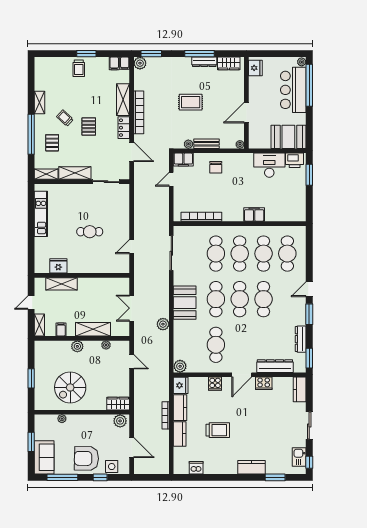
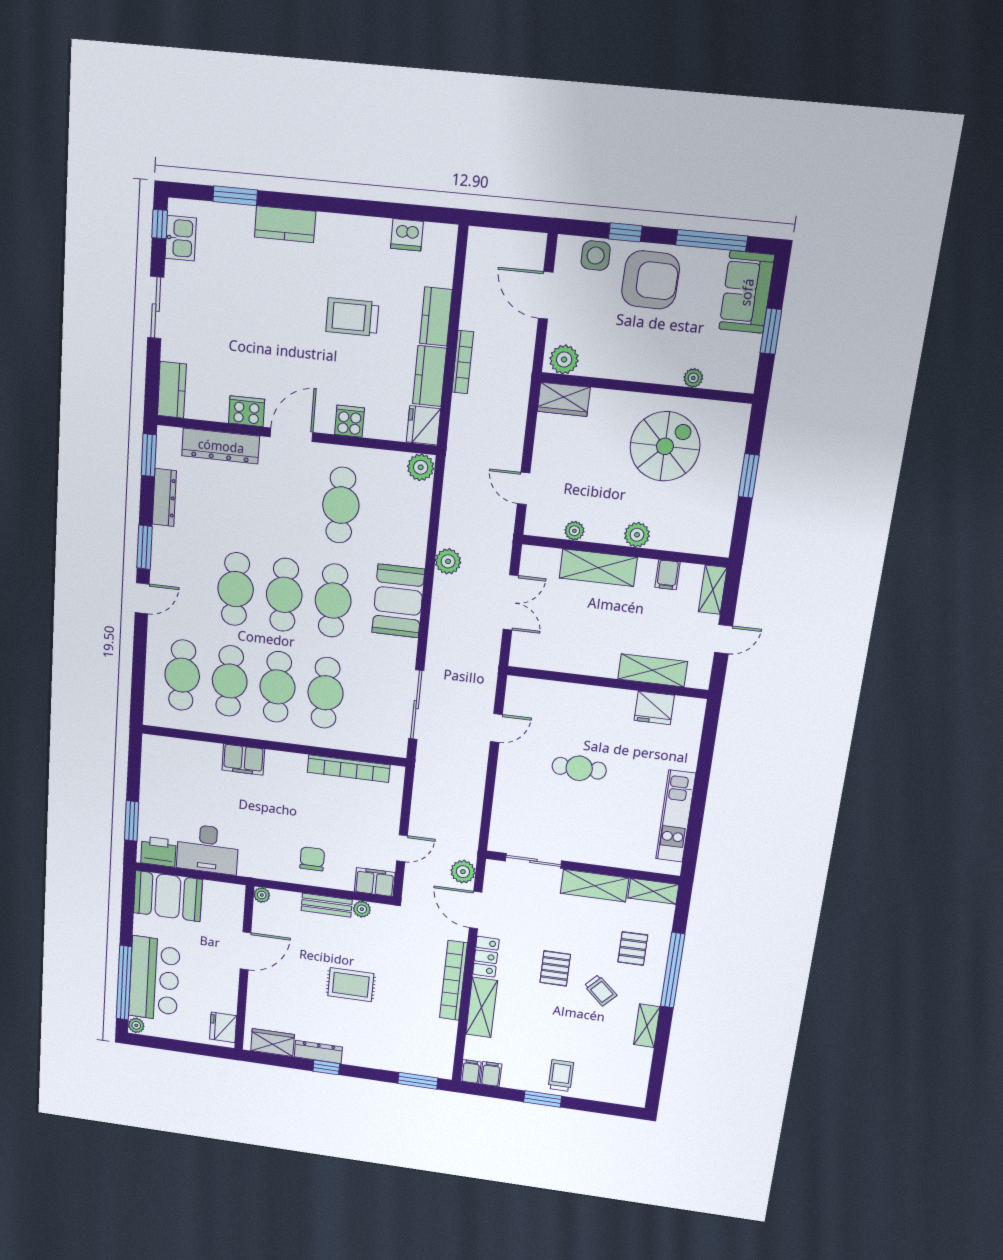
window: (199, 54) -> (326, 1067), width x0.46
plant: (140, 63) -> (463, 872), moved

